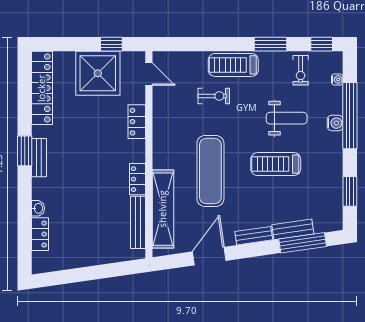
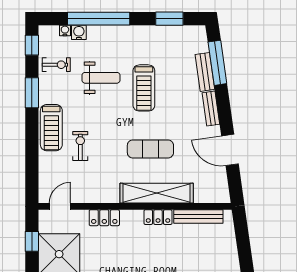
weight bench: (287, 118) -> (101, 78), turned 90
water cooler: (335, 123) -> (79, 32), moved
exercise mat: (210, 171) -> (150, 149), width x0.73, depth x0.69
shelving: (163, 209) -> (157, 193), moved

